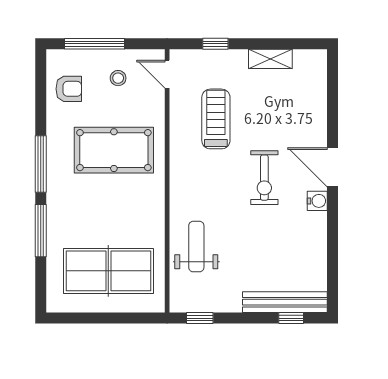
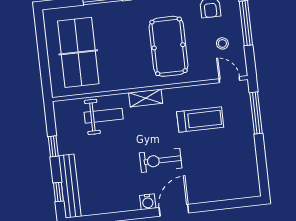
window: (215, 44) -> (256, 113), width x2.17
shelving: (270, 59) -> (146, 98), moved, turned 90
door: (167, 74) -> (229, 80), hinge flipped
window: (200, 318) -> (53, 146), moved

